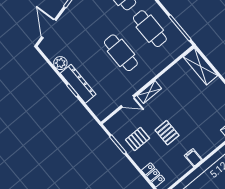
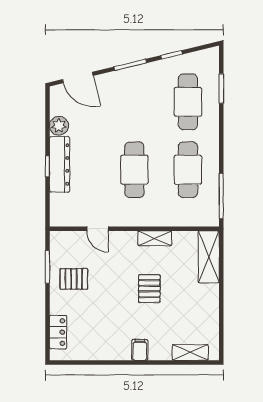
door: (49, 29) -> (78, 78), swing flipped
shelving: (149, 92) -> (155, 238), moved
pallet: (167, 133) -> (149, 289), moved
filing cabinet: (193, 158) -> (140, 350), moved

